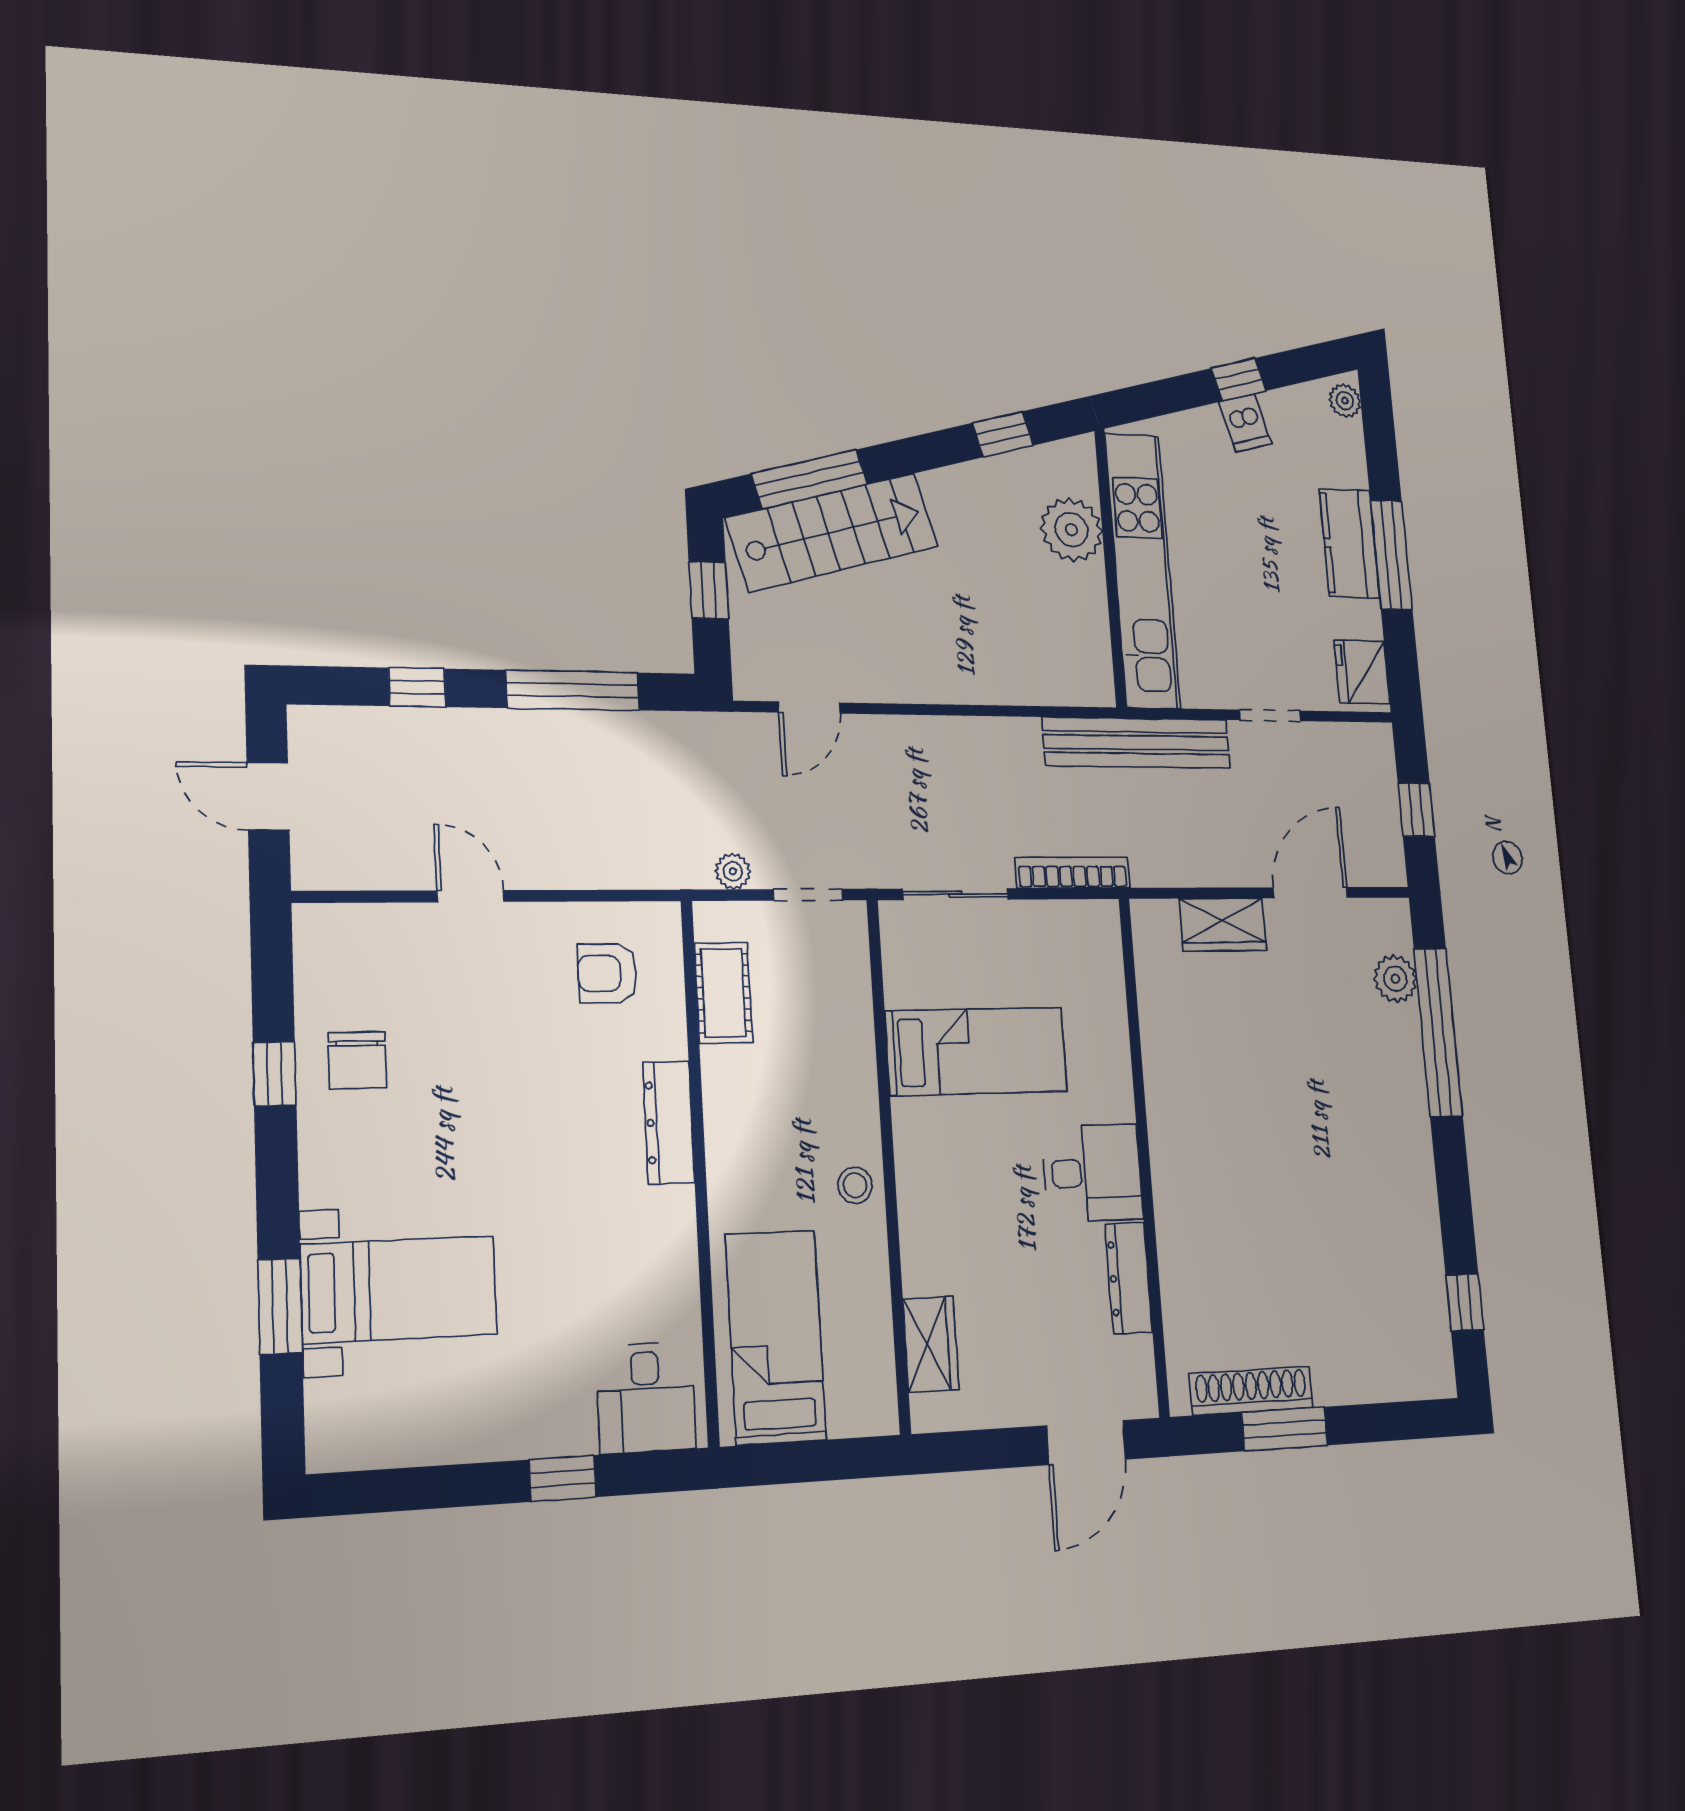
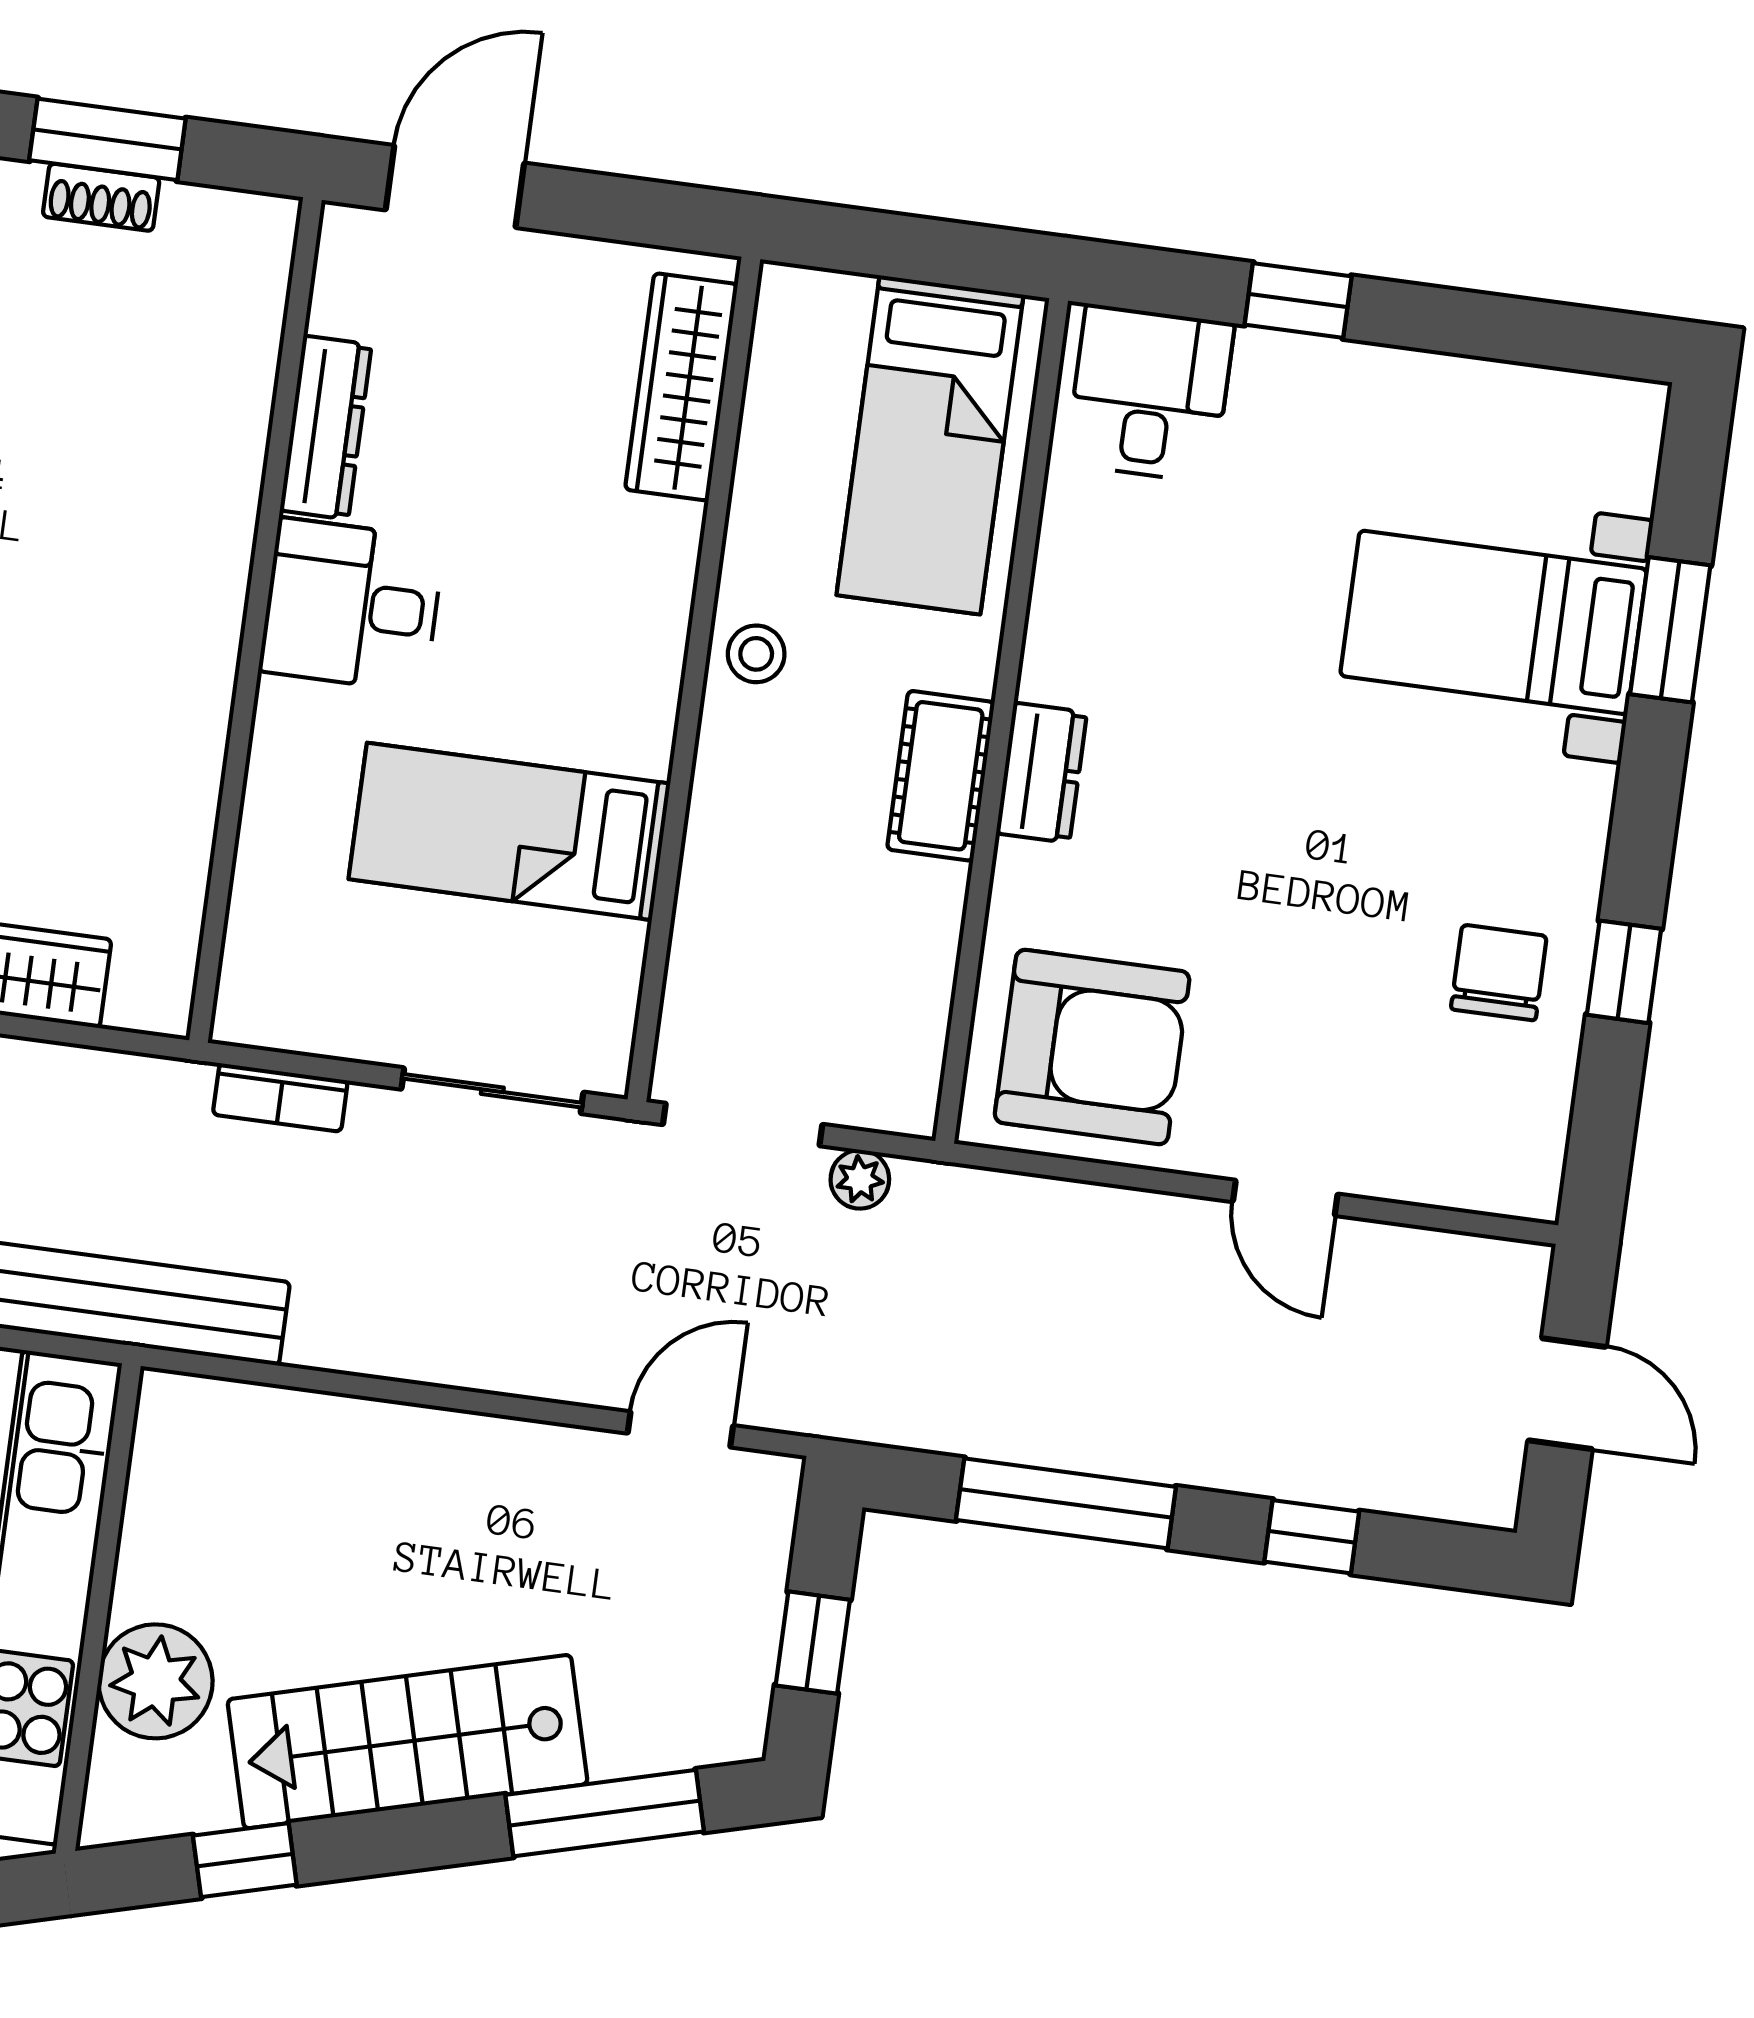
stairs: (832, 532) -> (408, 1742), moved
bookcase: (1073, 873) -> (280, 1098), width x0.64
doorway: (808, 895) -> (743, 1124), width x1.38
armchair: (607, 973) -> (1092, 1047), width x1.88, depth x1.88
cot: (723, 993) -> (941, 776), moved
dresser: (669, 1122) -> (1041, 773), width x0.70
wardrobe: (931, 1344) -> (681, 387), width x1.50
shoe rack: (1251, 1391) -> (101, 197), width x0.51, depth x0.81

